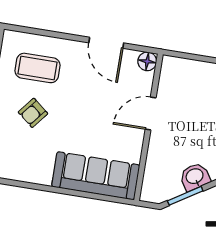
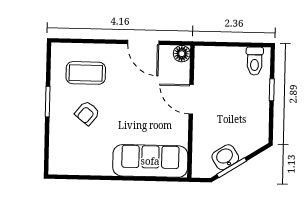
door: (151, 113) -> (191, 99), hinge flipped
washbasin: (195, 177) -> (225, 157), moved

